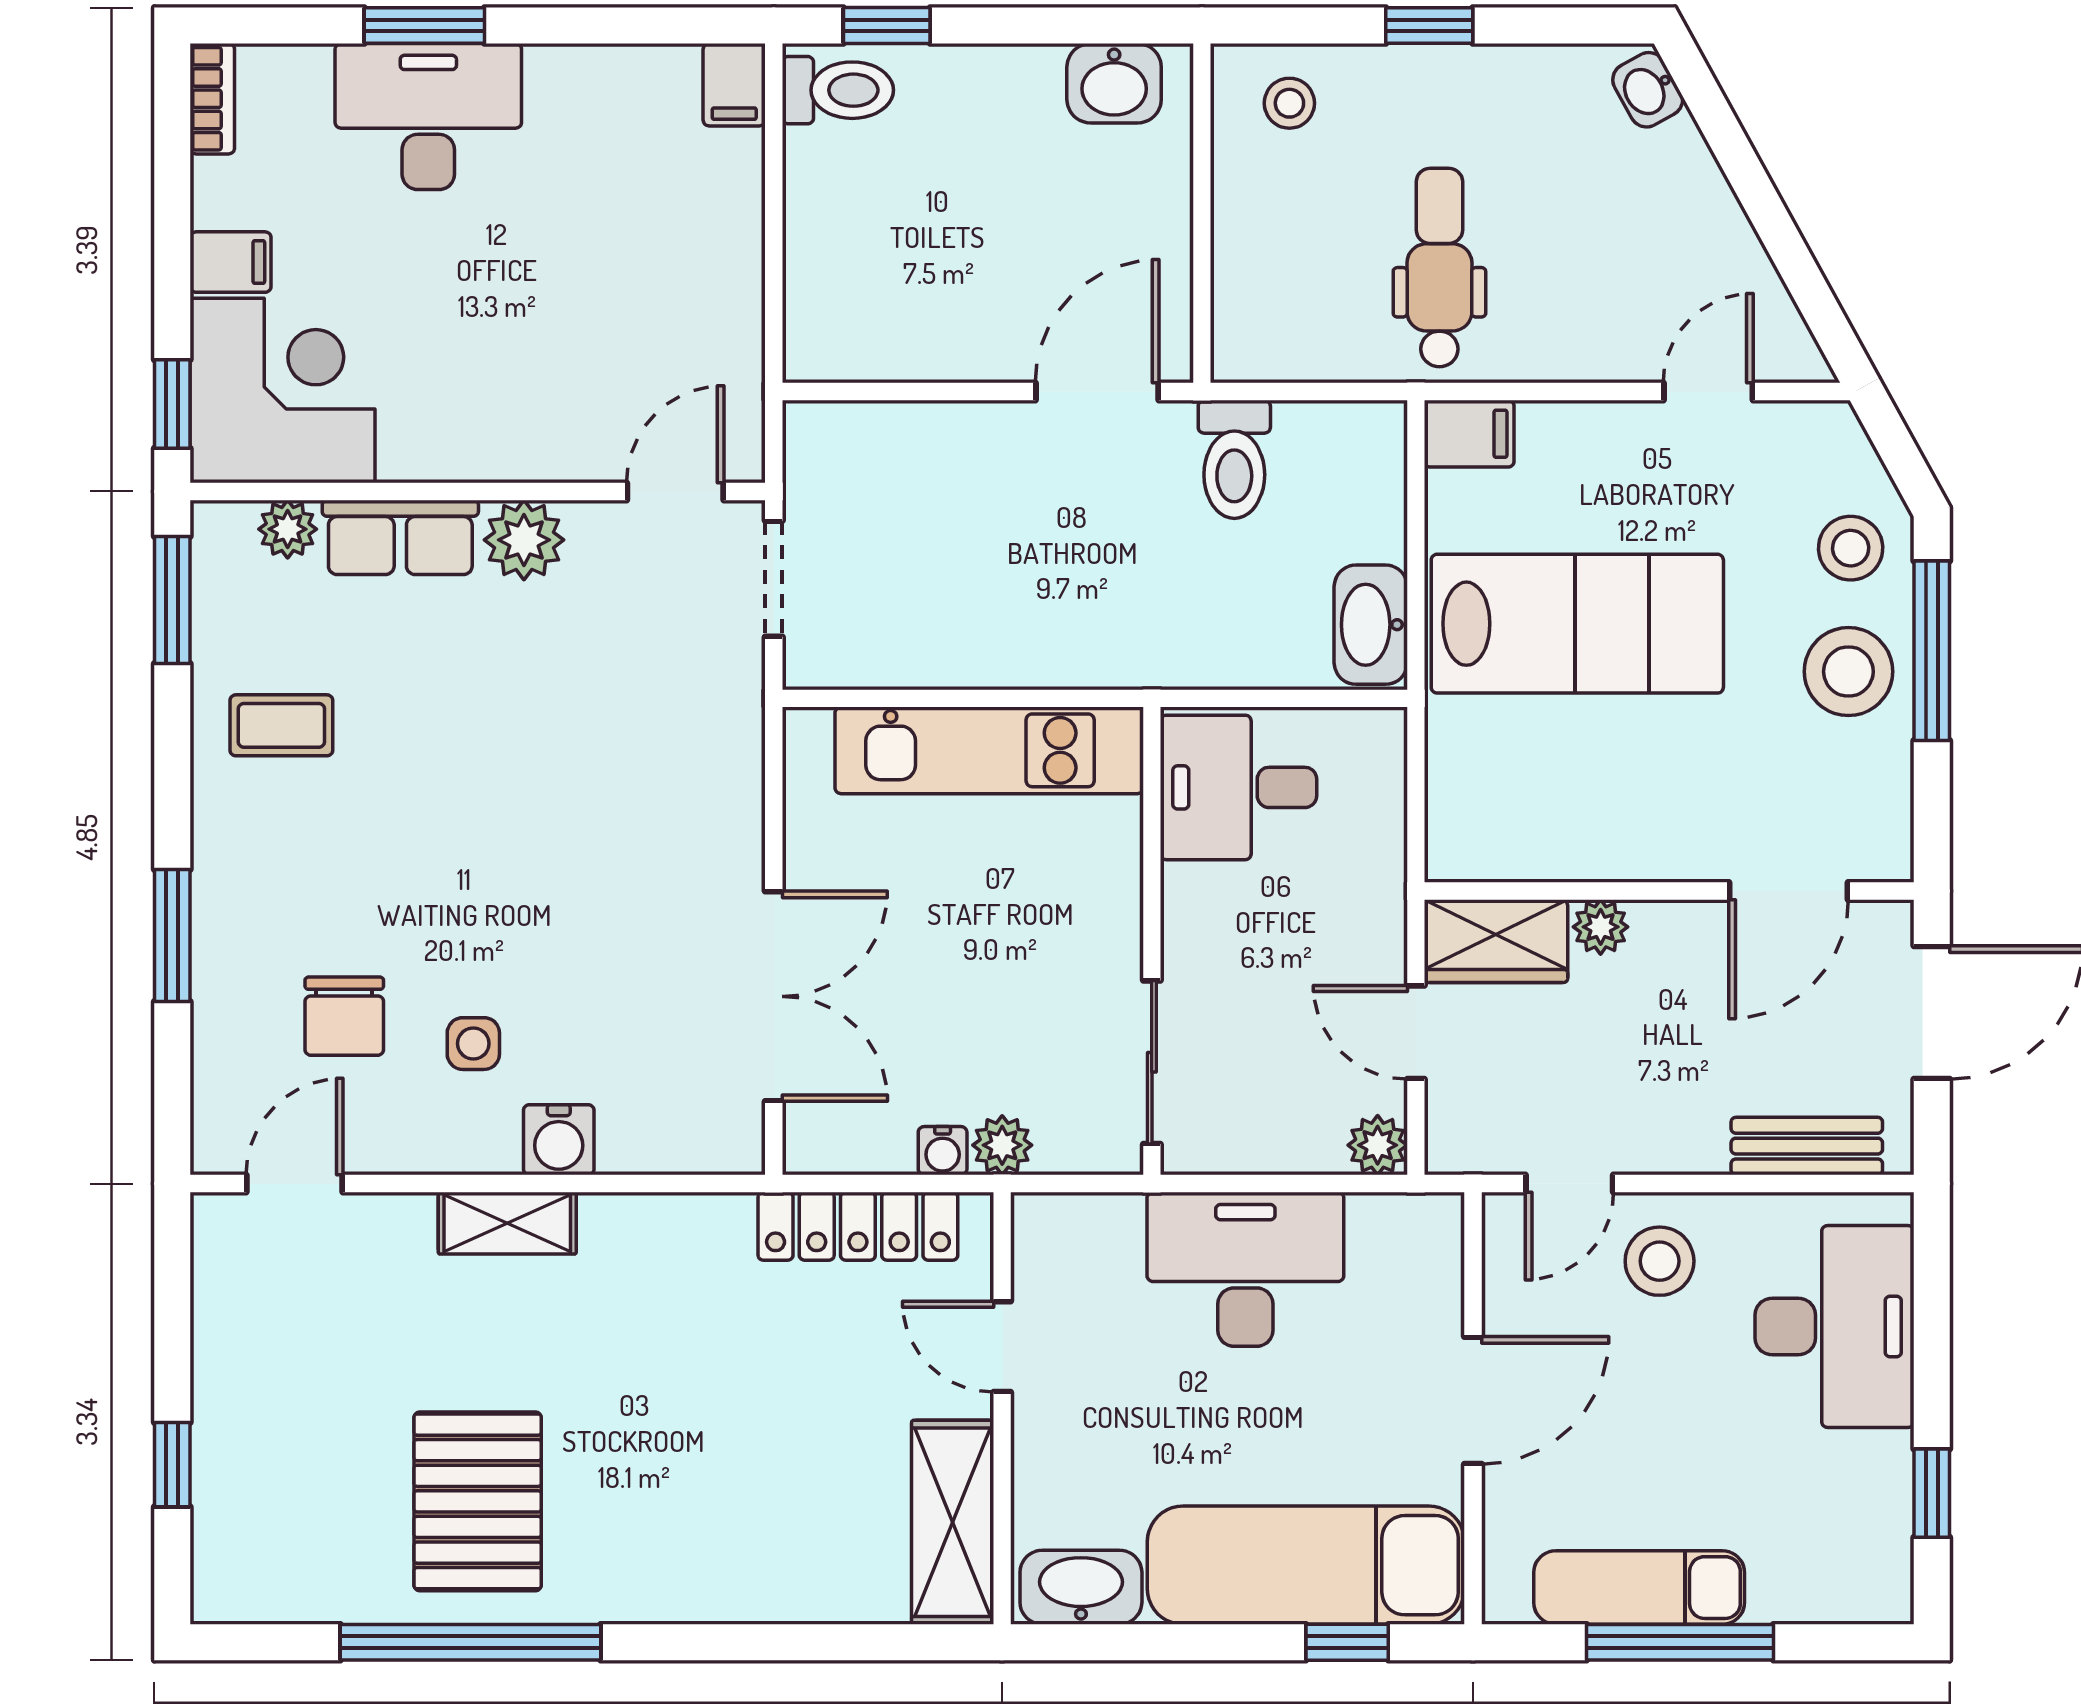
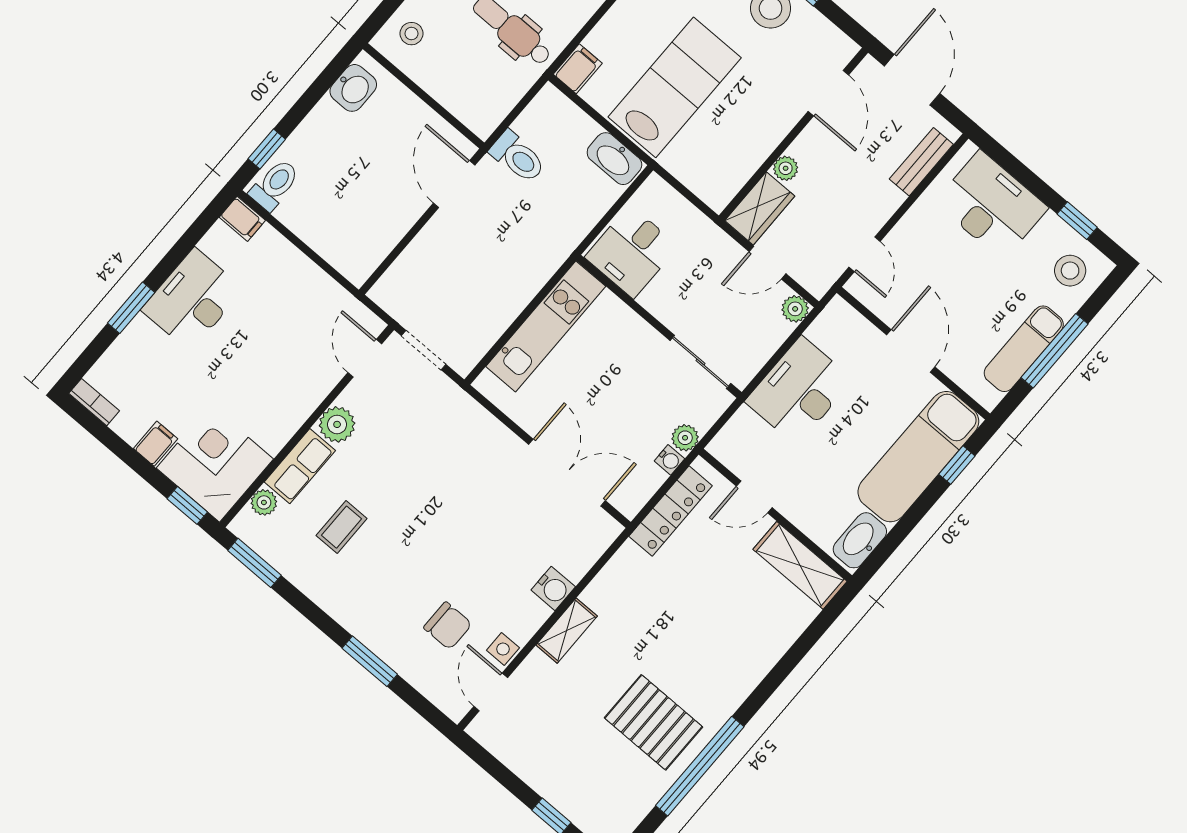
desk: (428, 117) -> (192, 299), moved
coffee table: (281, 725) -> (342, 527), moved
side table: (473, 1044) -> (503, 649), moved
stool: (1660, 1261) -> (1070, 271), moved

